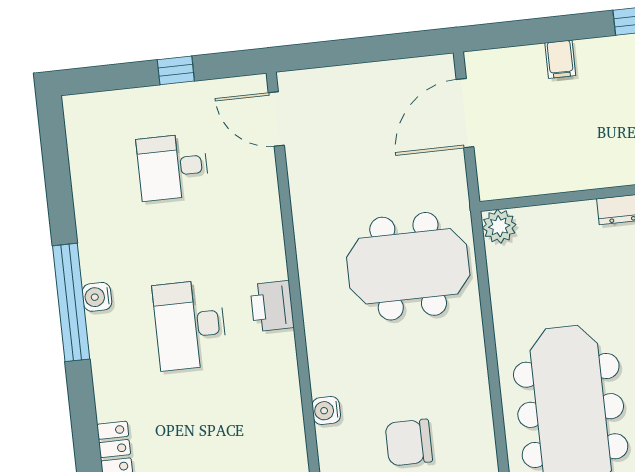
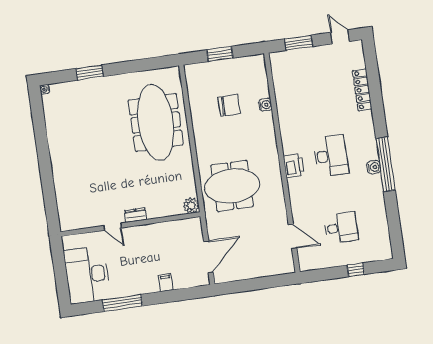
window: (176, 70) -> (356, 270), moved
door: (276, 119) -> (292, 236), moved
water cooler: (326, 410) -> (265, 105), moved

